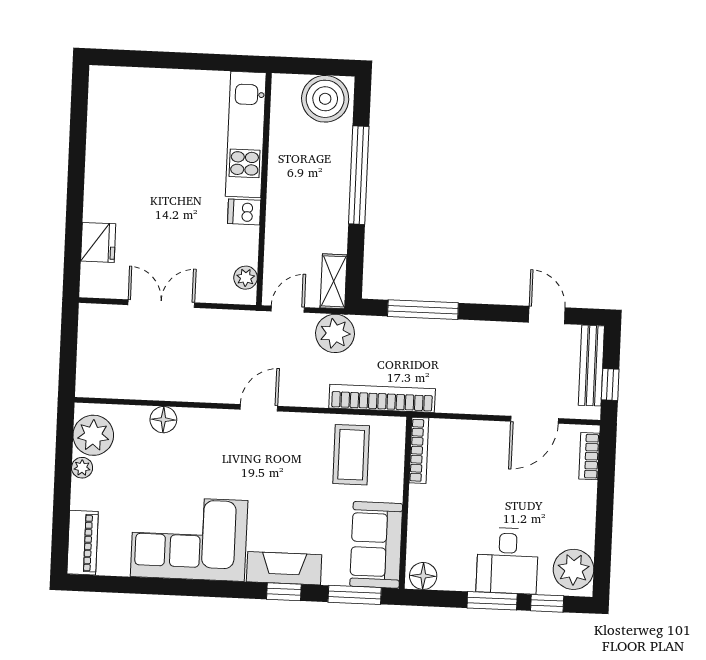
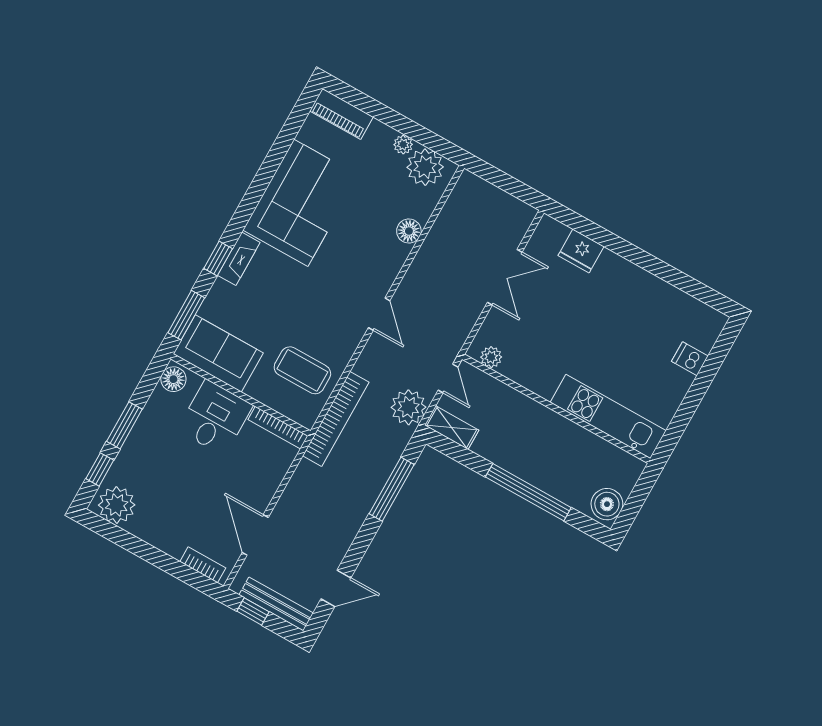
boiler: (325, 99) -> (607, 504), width x0.73, depth x0.73
dishwasher: (244, 212) -> (690, 359), moved, turned -90
desk: (507, 561) -> (215, 418), moved, turned 90
fireplace: (284, 568) -> (239, 259), width x0.73, depth x0.76

